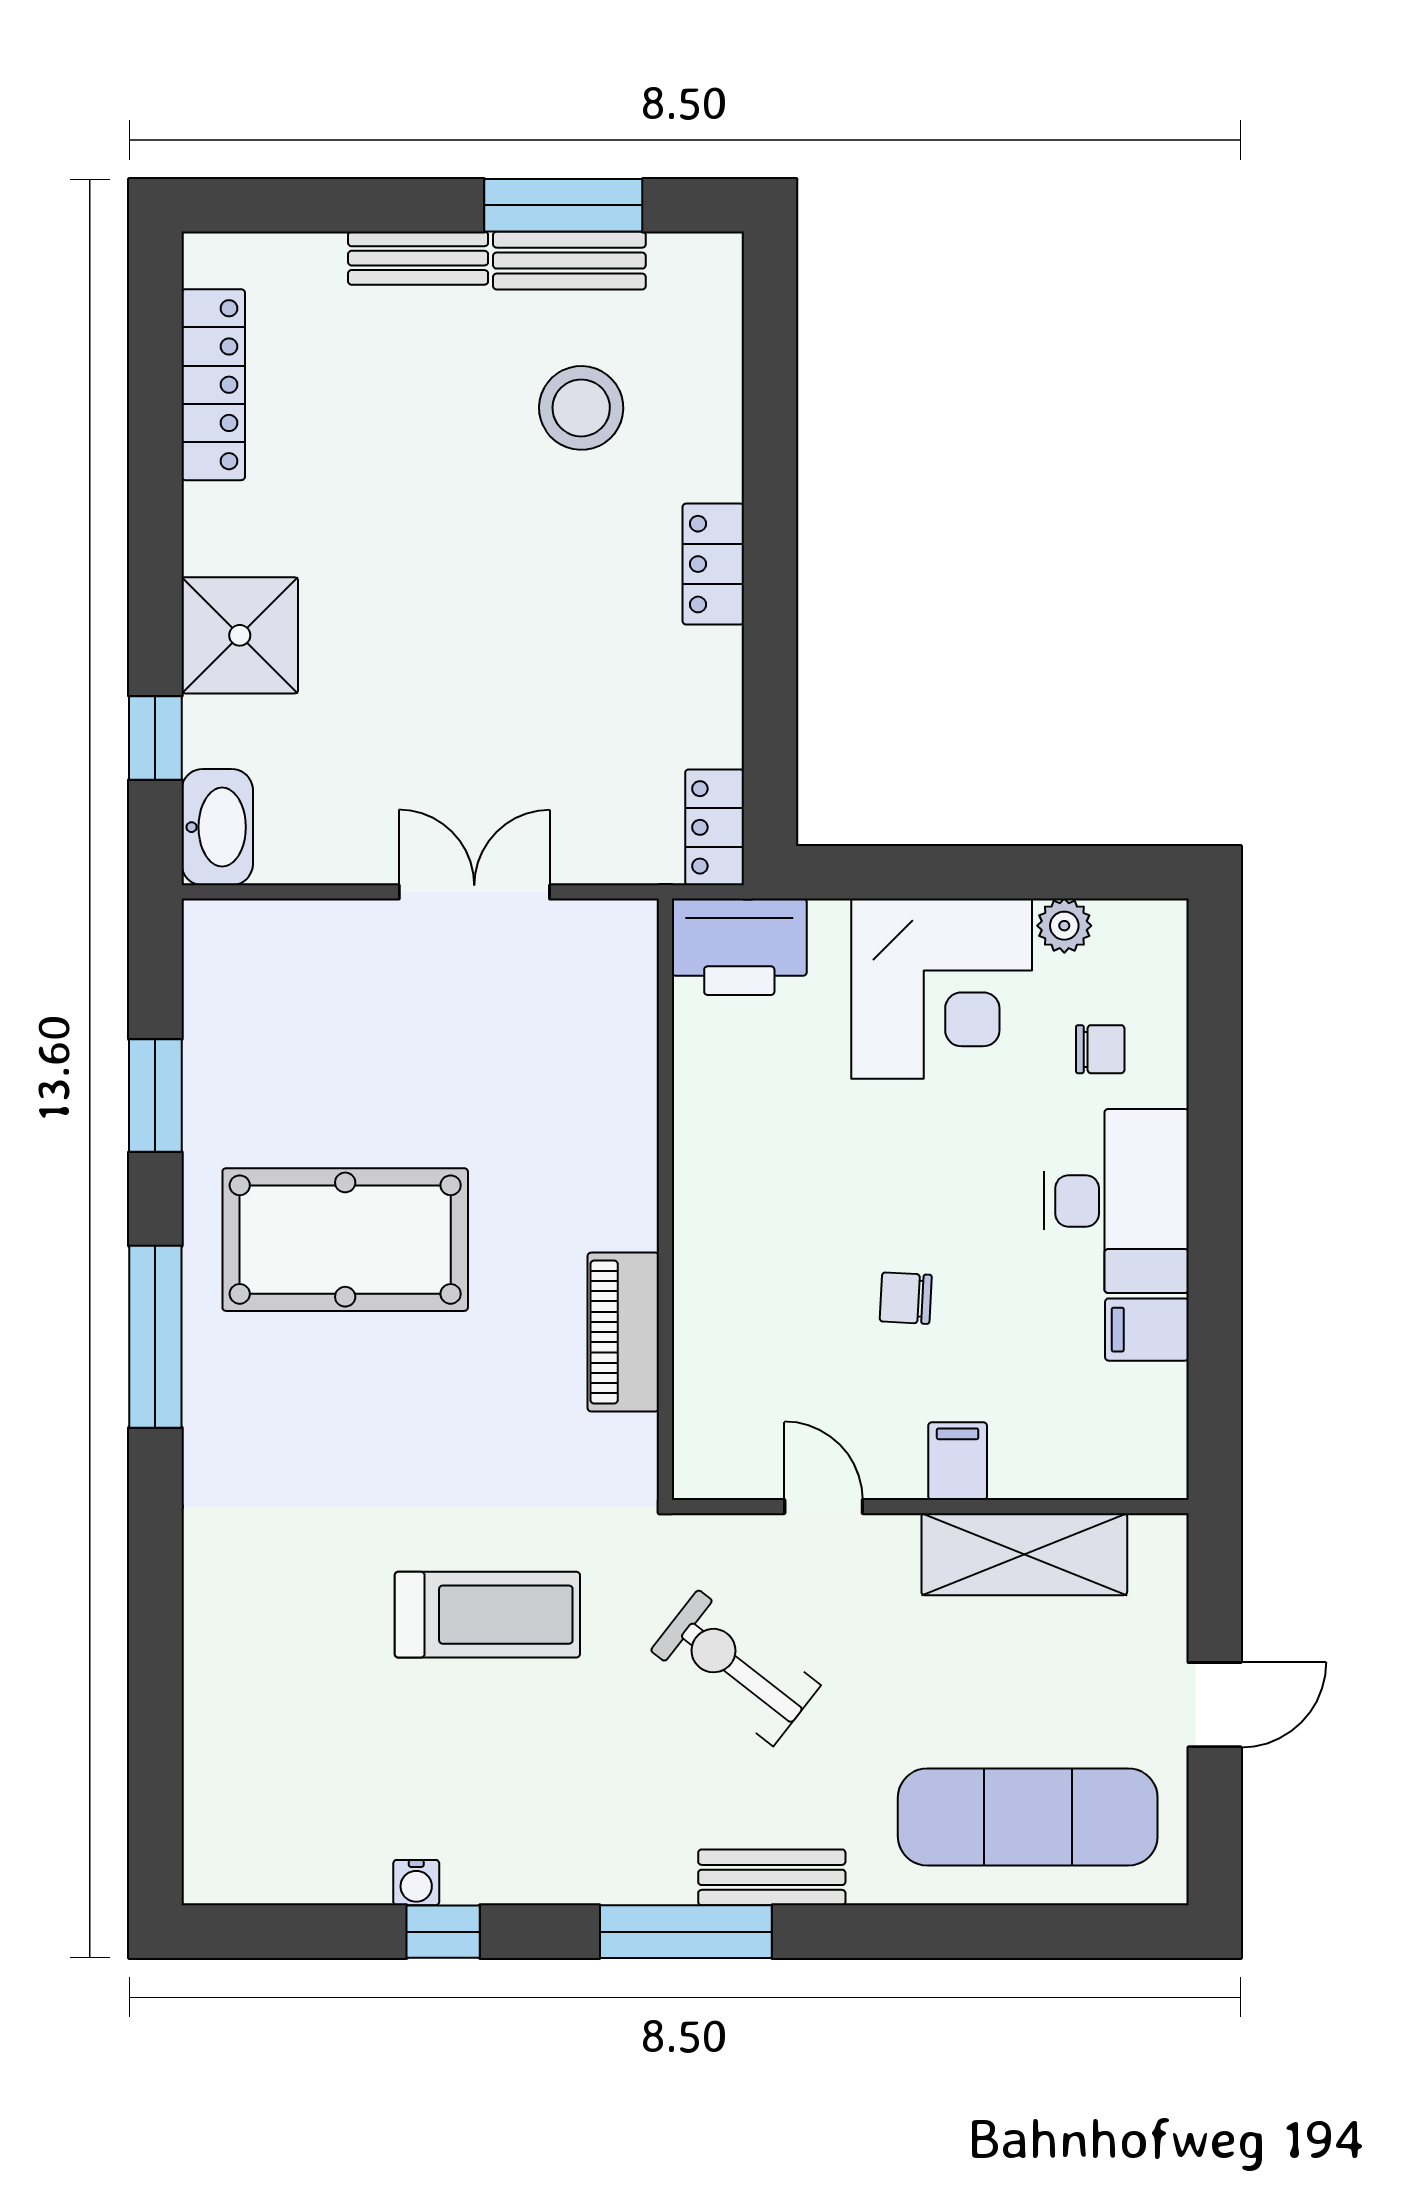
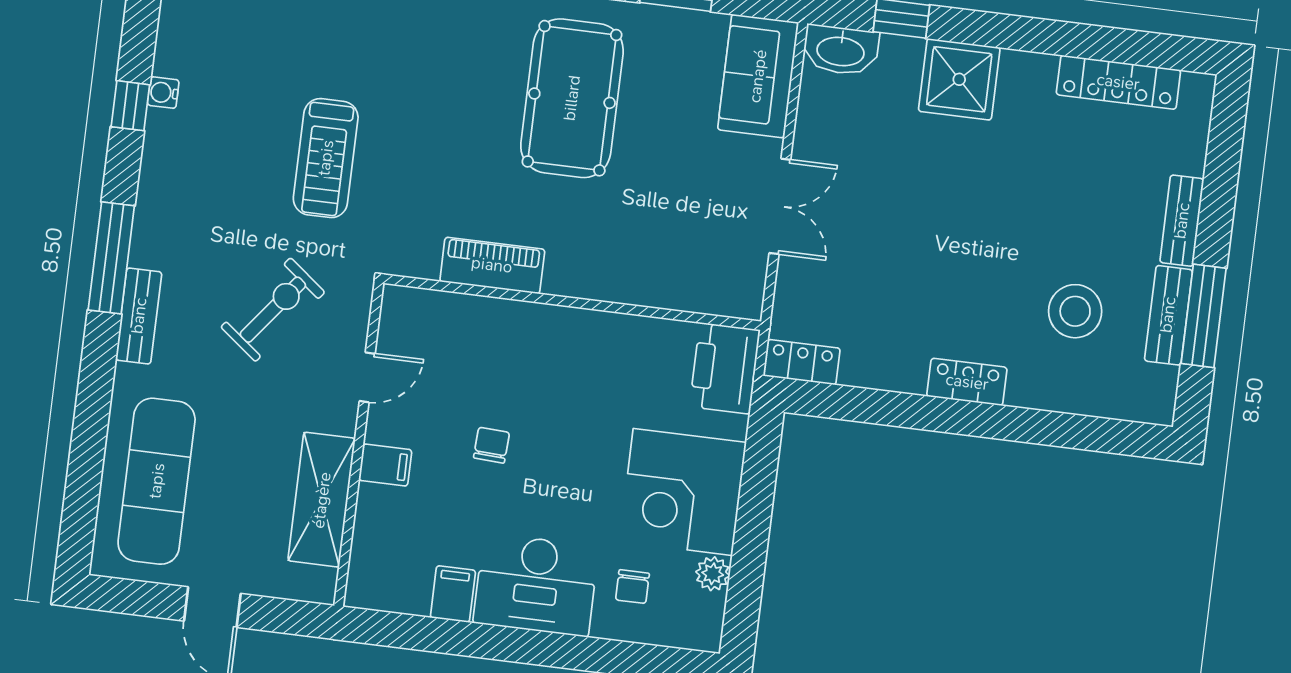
sofa: (274, 952) -> (758, 76), added

